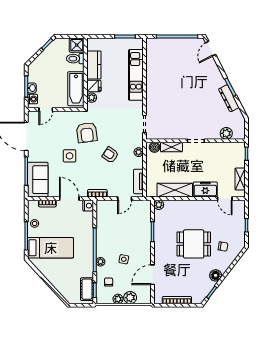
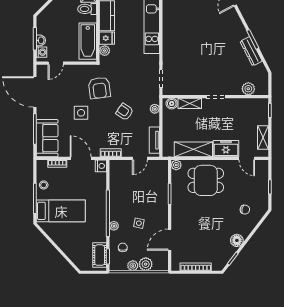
dining table: (194, 244) -> (206, 180), moved

